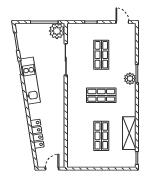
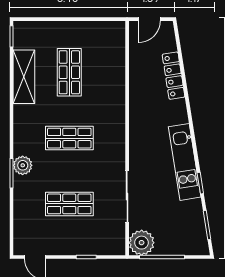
shop shelf: (101, 55) -> (69, 204), turned 90

